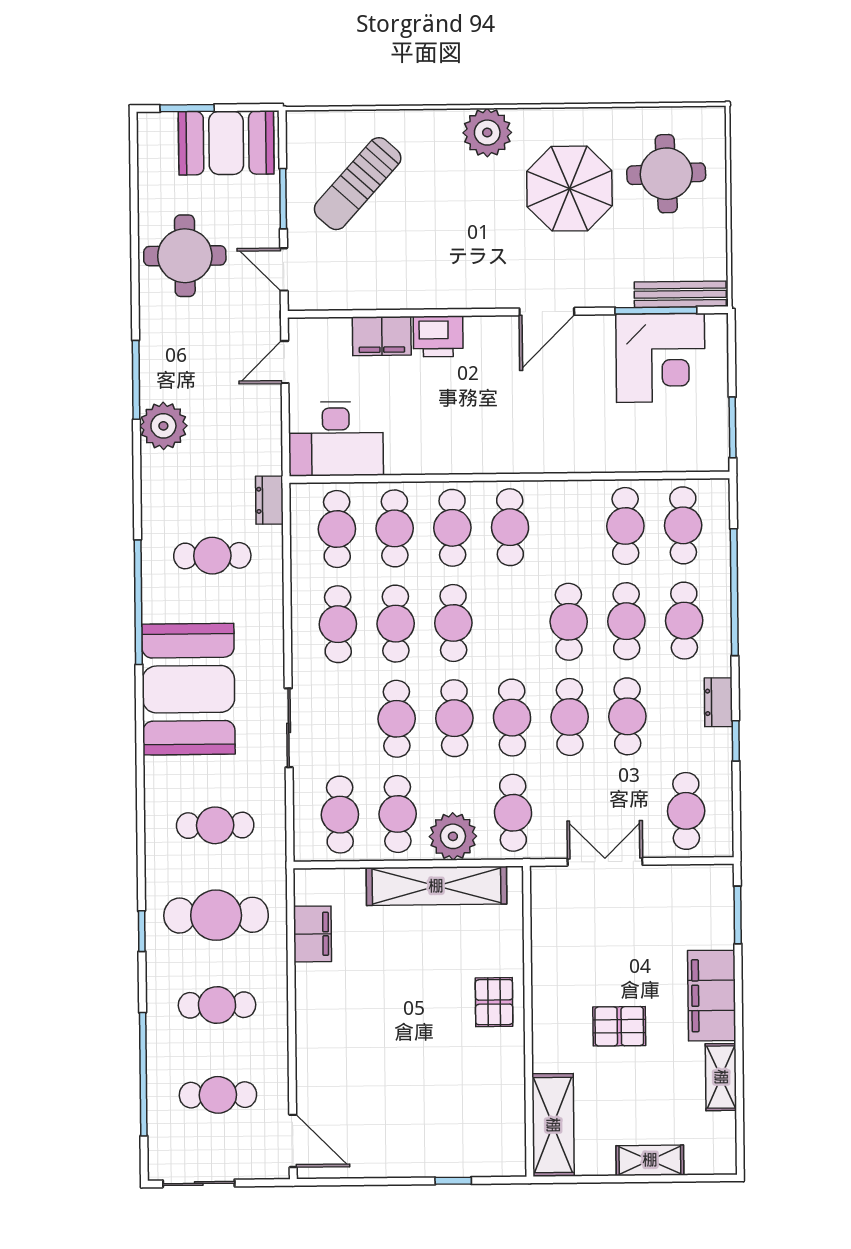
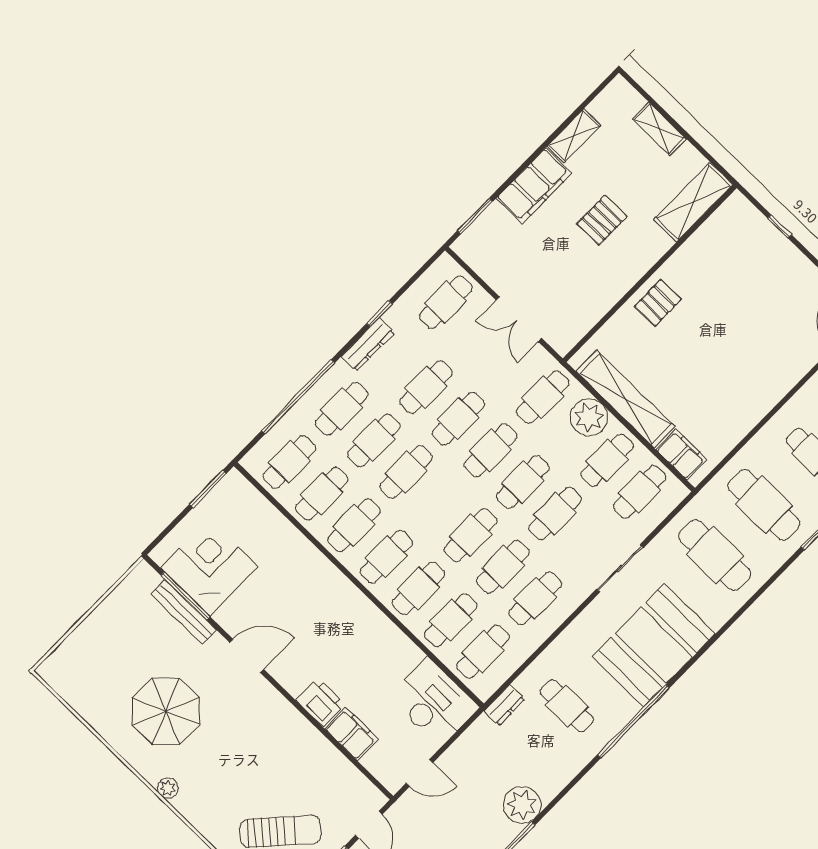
plant: (487, 133) -> (168, 788), width x0.53, depth x0.53
round table: (666, 174) -> (104, 666), removed
bench: (680, 294) -> (184, 612), moved
cafe table: (568, 527) -> (354, 525), added
dresser: (718, 702) -> (368, 345), width x1.44
cafe table: (215, 825) -> (715, 555), width x1.37, depth x1.35
filing cabinet: (313, 934) -> (681, 454), moved, turned 90
pallet: (619, 1026) -> (602, 220), turned 90

